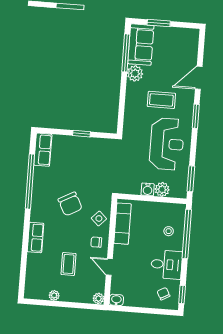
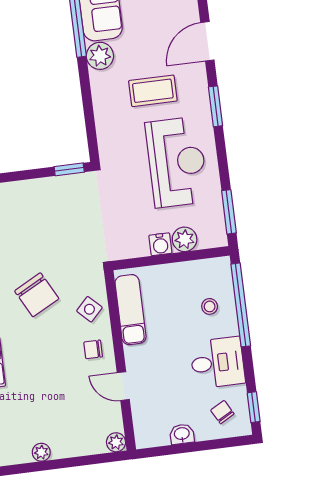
window: (81, 134) -> (69, 169), moved
coffee table: (69, 264) -> (54, 395), removed
washbasin: (116, 300) -> (182, 434), moved

